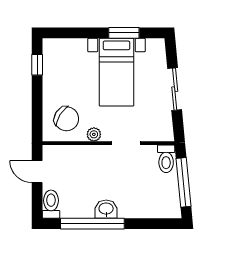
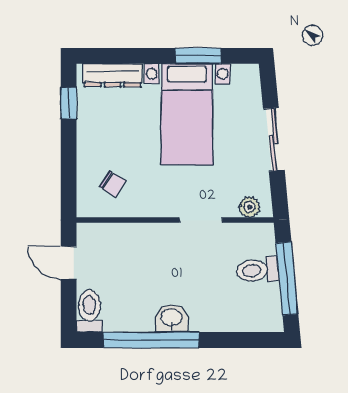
dresser: (67, 46) -> (113, 75), added
chair: (66, 119) -> (112, 184), width x0.54, depth x0.54
plant: (94, 134) -> (249, 207), moved
toilet: (166, 159) -> (257, 270), moved, turned 85

